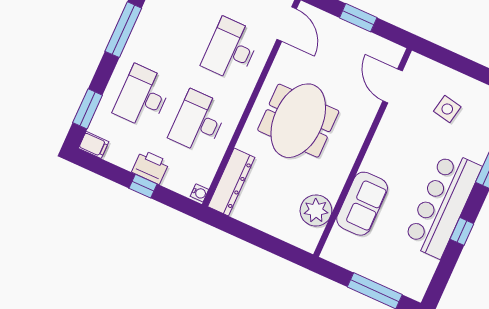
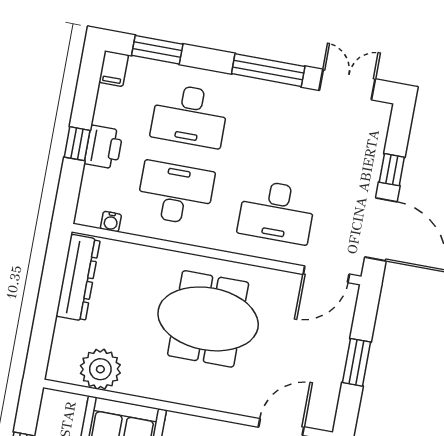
desk: (231, 49) -> (277, 212), turned 180
desk: (143, 97) -> (190, 115), turned 180
dresser: (231, 182) -> (78, 278), moved, turned -90
water cooler: (199, 193) -> (111, 222), moved

